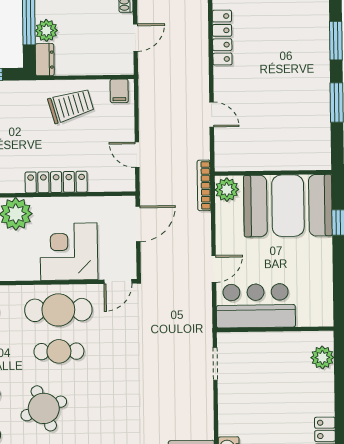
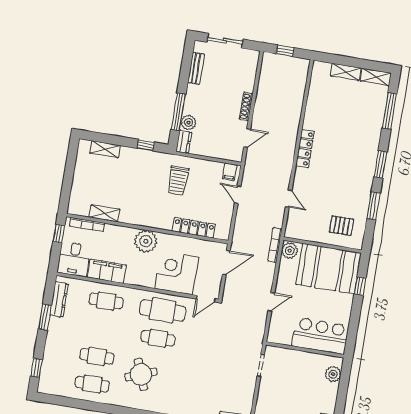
trolley: (71, 106) -> (178, 181), moved, turned 106
pallet: (295, 140) -> (341, 226), added
door: (137, 155) -> (238, 195), moved
locker: (56, 182) -> (194, 228), moved
bar counter: (256, 306) -> (320, 336), moved

